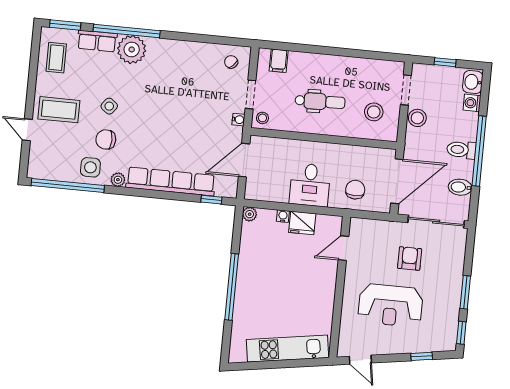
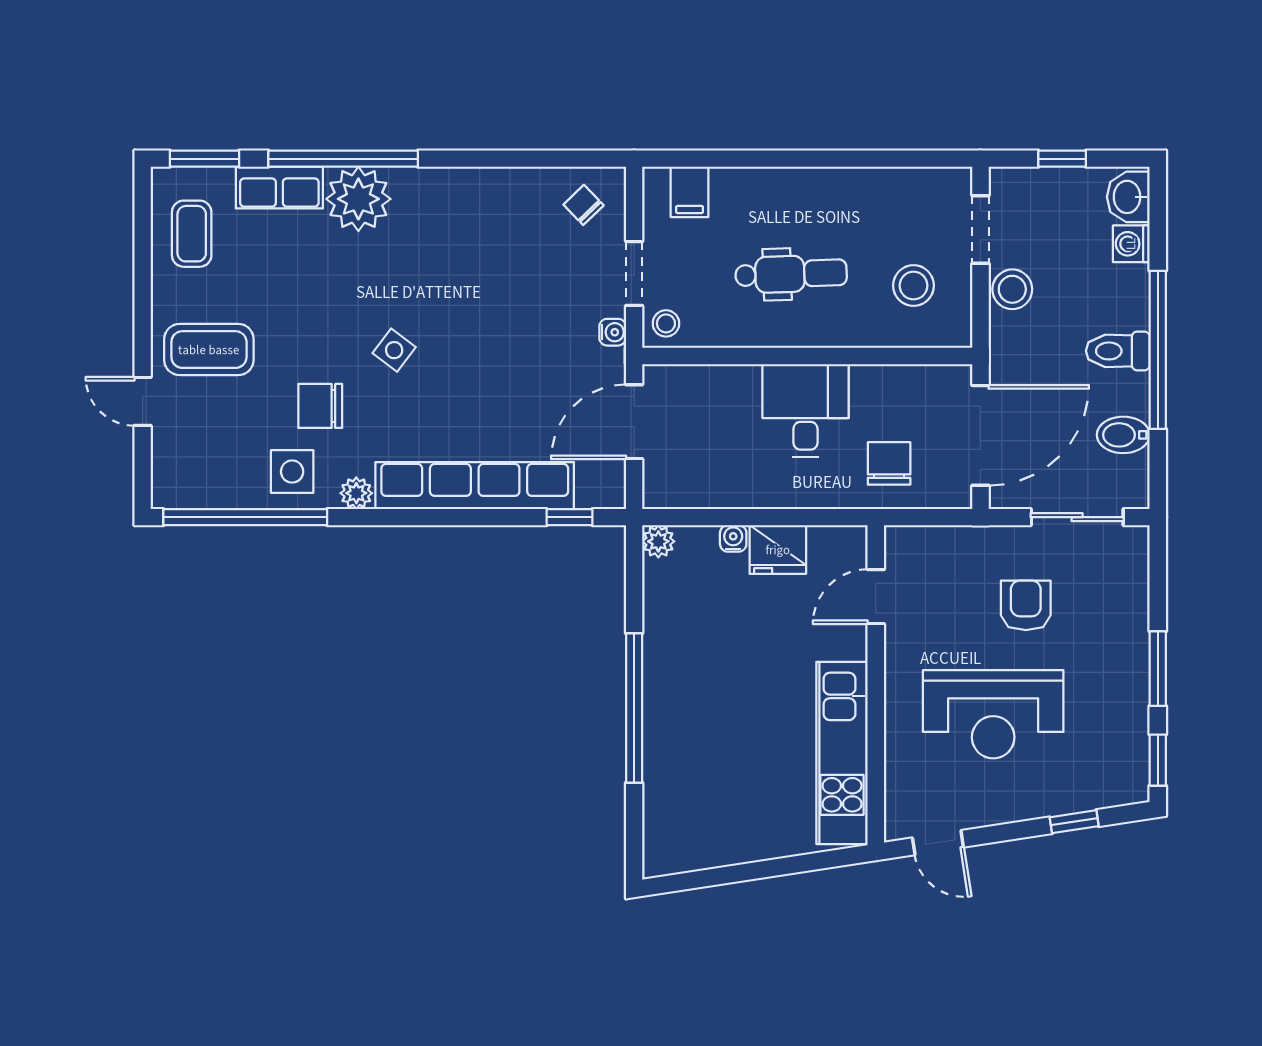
side table: (109, 106) -> (394, 350), moved
desk: (310, 185) -> (806, 411), moved, turned 180
sliding door: (436, 222) -> (1077, 517), width x0.73
kitchen unit: (288, 349) -> (842, 753), moved, turned -81

